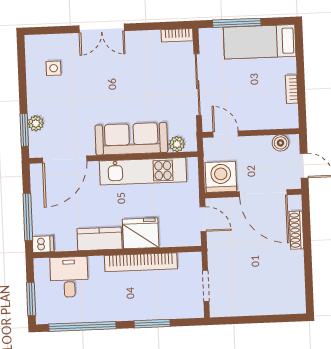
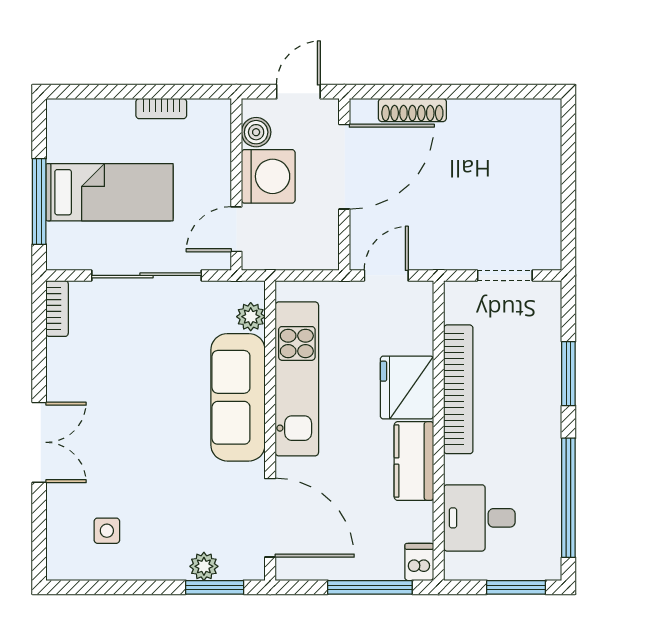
bed: (260, 42) -> (109, 192), moved, turned -90
washing machine: (221, 177) -> (268, 176), moved, turned 180

